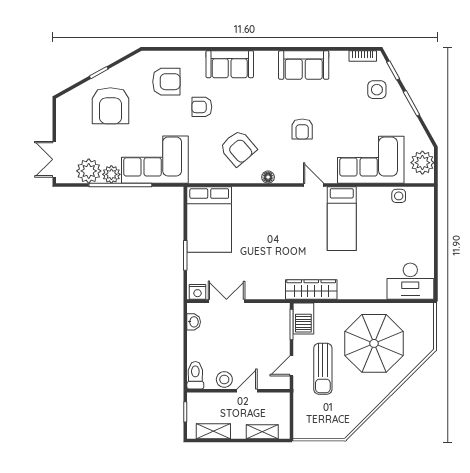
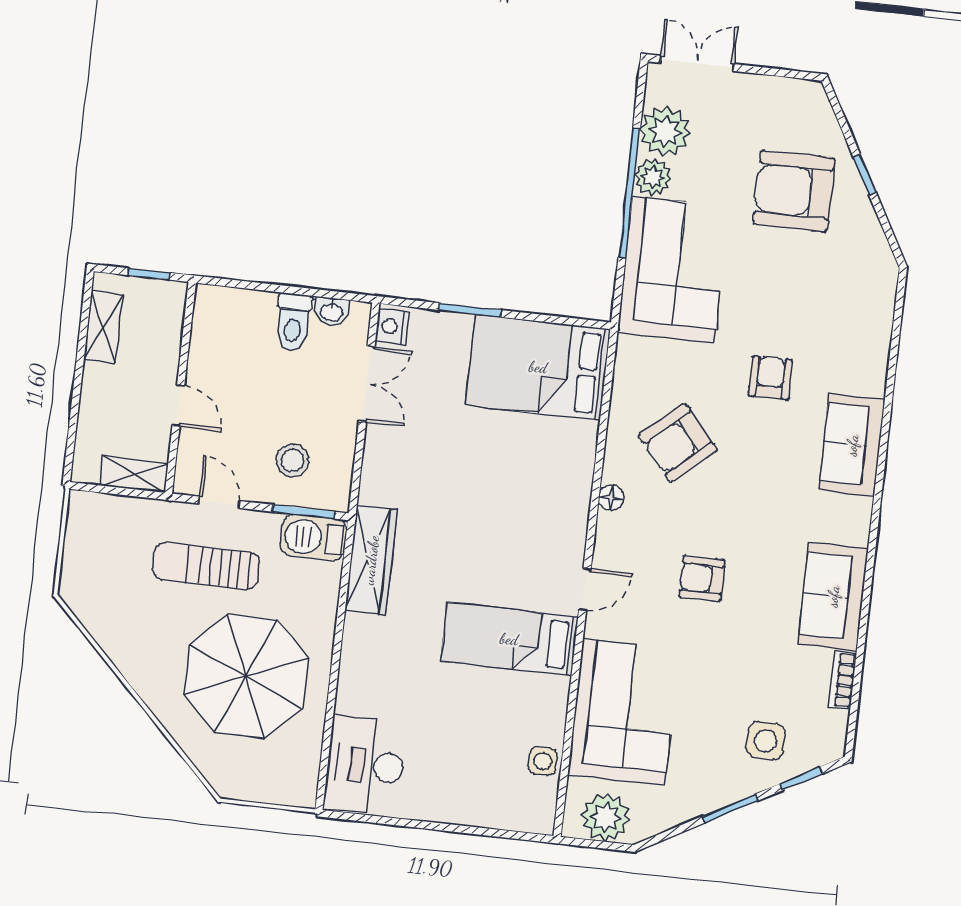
bookcase: (363, 56) -> (842, 680), moved
armchair: (166, 82) -> (830, 311), removed
toilet: (195, 375) -> (293, 322), moved, turned 90
stool: (224, 379) -> (293, 460), moved
shelving: (262, 432) -> (134, 474), moved, turned 90

